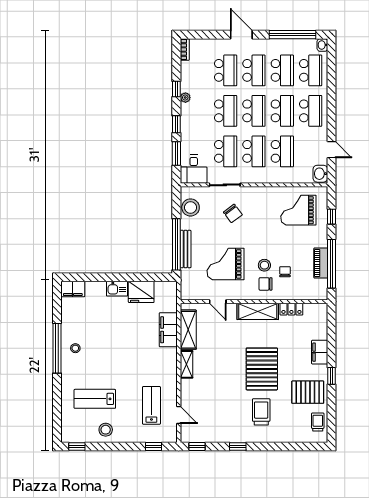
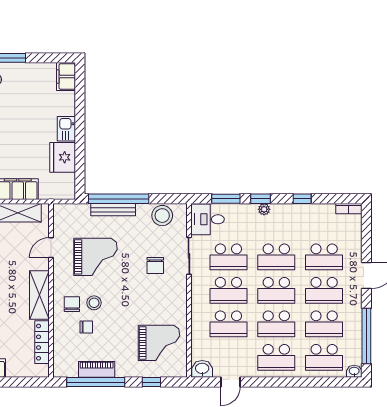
plant: (185, 98) -> (264, 209), moved
grand piano: (298, 210) -> (159, 343), turned 90
chair: (233, 213) -> (155, 266), turned -53
grand piano: (226, 264) -> (95, 257), turned 90
locker: (291, 309) -> (42, 342), width x1.53

